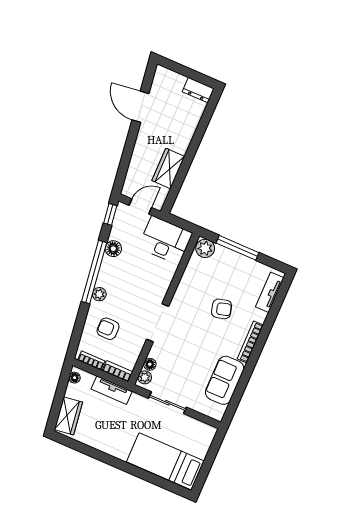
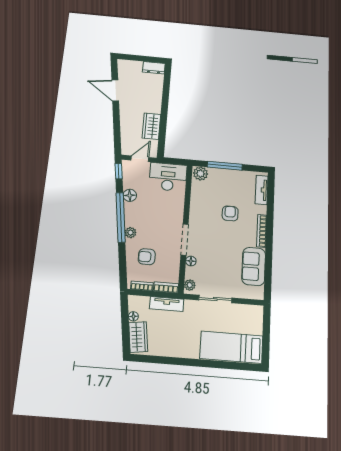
armchair: (222, 309) -> (230, 213), turned -75
floor lamp: (150, 364) -> (191, 261), moved
floor lamp: (75, 378) -> (133, 316), moved

